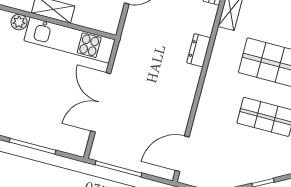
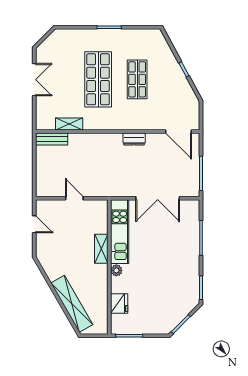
dresser: (199, 50) -> (134, 139), moved

